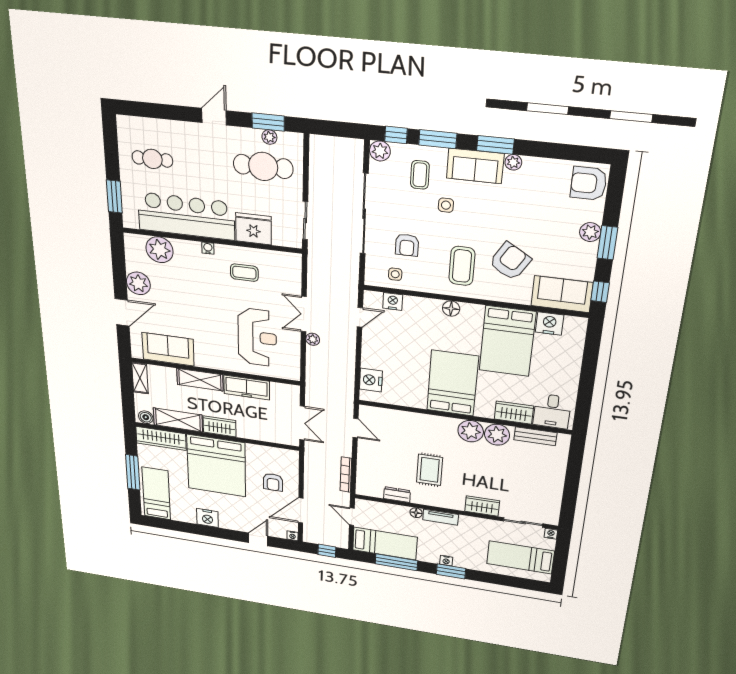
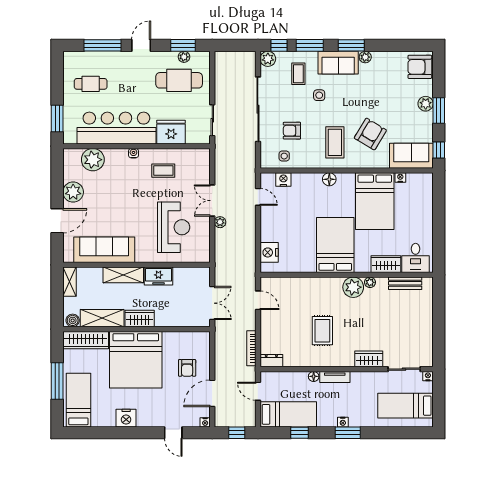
window: (165, 112) -> (103, 45), added
armchair: (407, 245) -> (292, 131), turned 90
door: (360, 317) -> (258, 197), hinge flipped
nightstand: (549, 323) -> (400, 178), width x0.53, depth x0.56
sofa: (168, 349) -> (104, 250), width x1.36
freezer: (247, 387) -> (158, 276), width x0.71
plant: (497, 435) -> (370, 282), width x0.53, depth x0.53
dresser: (397, 495) -> (271, 361), moved
door: (258, 539) -> (173, 433), swing flipped
window: (396, 562) -> (299, 433), width x0.46

